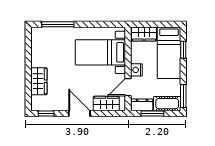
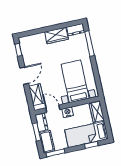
dresser: (37, 37) -> (76, 30), added
wardrobe: (39, 81) -> (56, 36), moved

